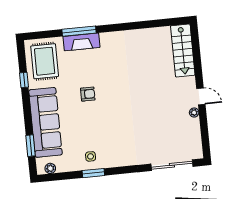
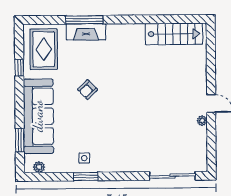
stairs: (183, 50) -> (174, 34), moved, turned -90
armchair: (88, 94) -> (88, 90), turned 136

